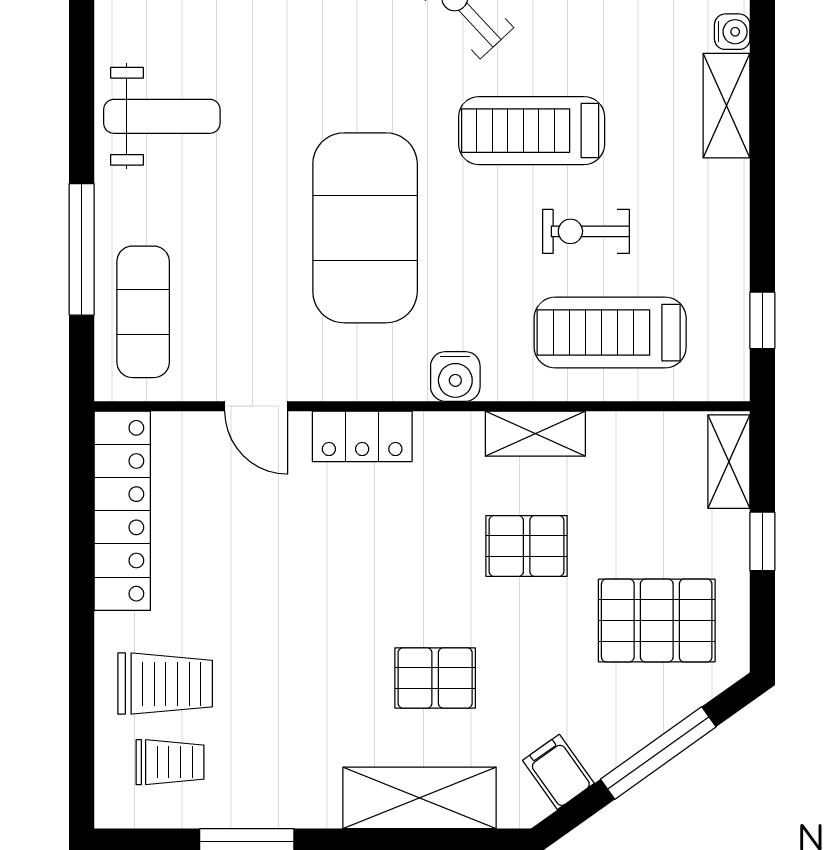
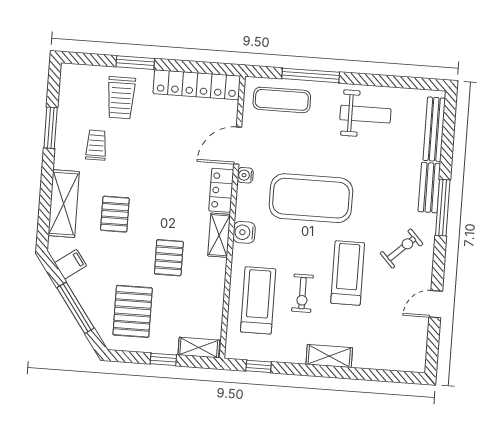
water cooler: (732, 32) -> (245, 175), moved, turned 90
shelving: (726, 106) -> (329, 356), moved
weight bench: (162, 116) -> (365, 114), turned -90
exercise bike: (586, 231) -> (302, 293), turned 180
door: (256, 406) -> (238, 146), width x1.38
shelving: (535, 434) -> (219, 235), moved
window: (82, 657) -> (135, 63), added
trolley: (170, 762) -> (96, 145), moved, turned 180

